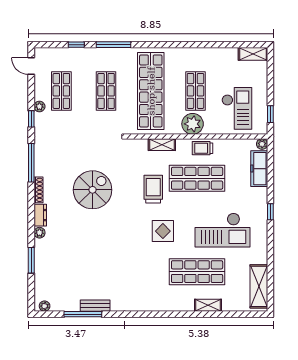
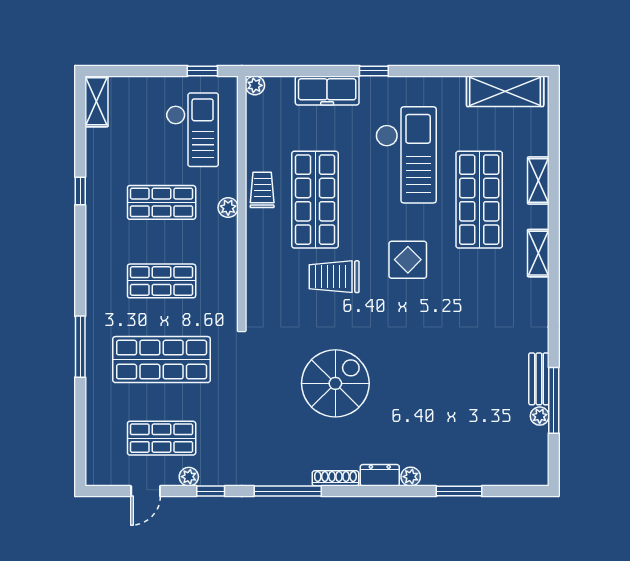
window: (76, 45) -> (80, 191), moved
door: (31, 66) -> (146, 491), moved
shop shelf: (106, 91) -> (162, 360), width x1.43, depth x1.36
shop shelf: (151, 91) -> (162, 281), width x0.50, depth x0.74
checkout: (237, 108) -> (192, 130), turned 90
plant: (193, 124) -> (228, 208), width x0.53, depth x0.53
shelving: (162, 145) -> (538, 253), moved
trolley: (203, 148) -> (262, 190), turned 180
freezer: (259, 169) -> (327, 90), moved
spiral stairs: (93, 190) -> (335, 383), turned 90
plant: (45, 306) -> (540, 416), moved

